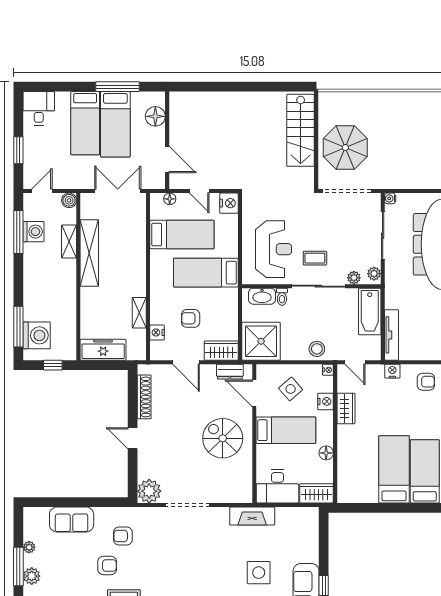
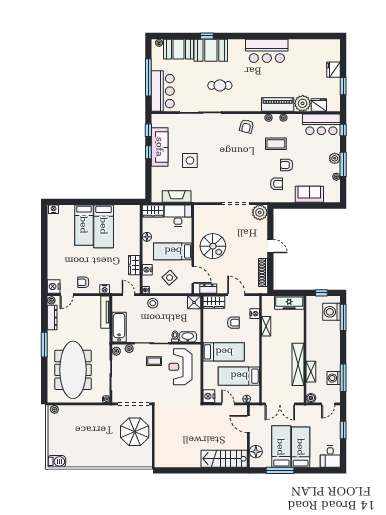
stairs: (301, 130) -> (224, 459), moved, turned -90
shower: (261, 341) -> (194, 302), width x0.54, depth x0.54
fireplace: (252, 516) -> (177, 197), moved

